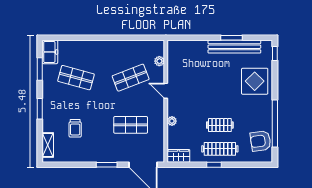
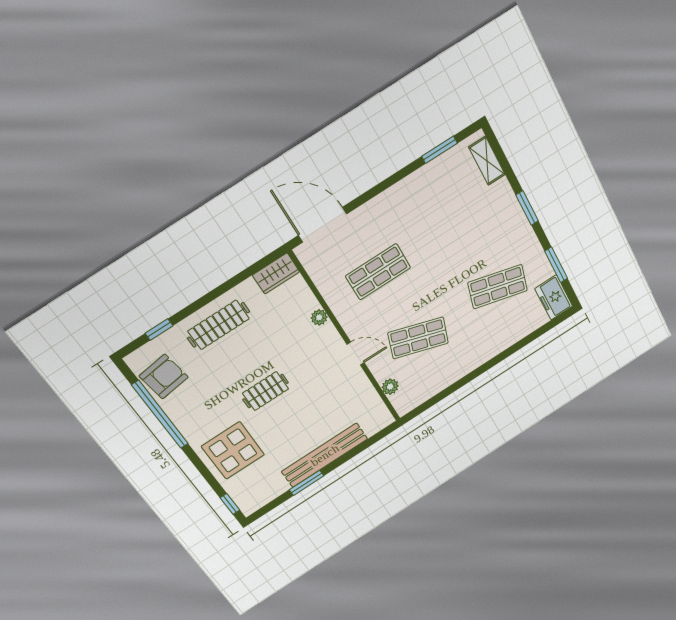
bench: (234, 47) -> (325, 455), moved
shop shelf: (131, 78) -> (418, 338), turned 39
clothes rail: (220, 125) -> (266, 391), moved
trolley: (75, 128) -> (459, 213), removed
window: (107, 165) -> (440, 150), moved
window: (214, 165) -> (159, 329), moved

